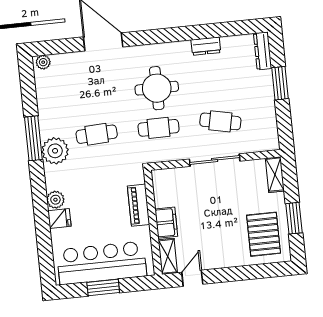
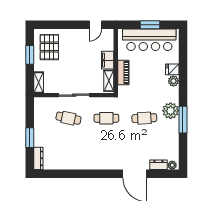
dresser: (206, 46) -> (158, 165), moved
round table: (157, 88) -> (105, 142), removed
shelving: (168, 256) -> (109, 81), moved

